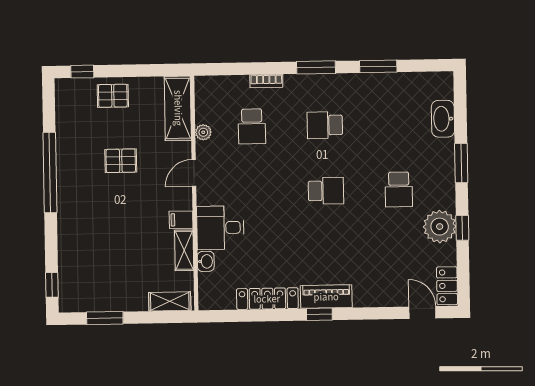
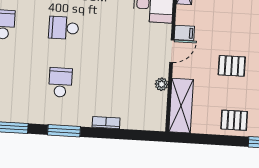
school desk: (325, 125) -> (60, 82), turned -90
school desk: (252, 126) -> (121, 86), removed
filing cabinet: (181, 220) -> (184, 33), moved

